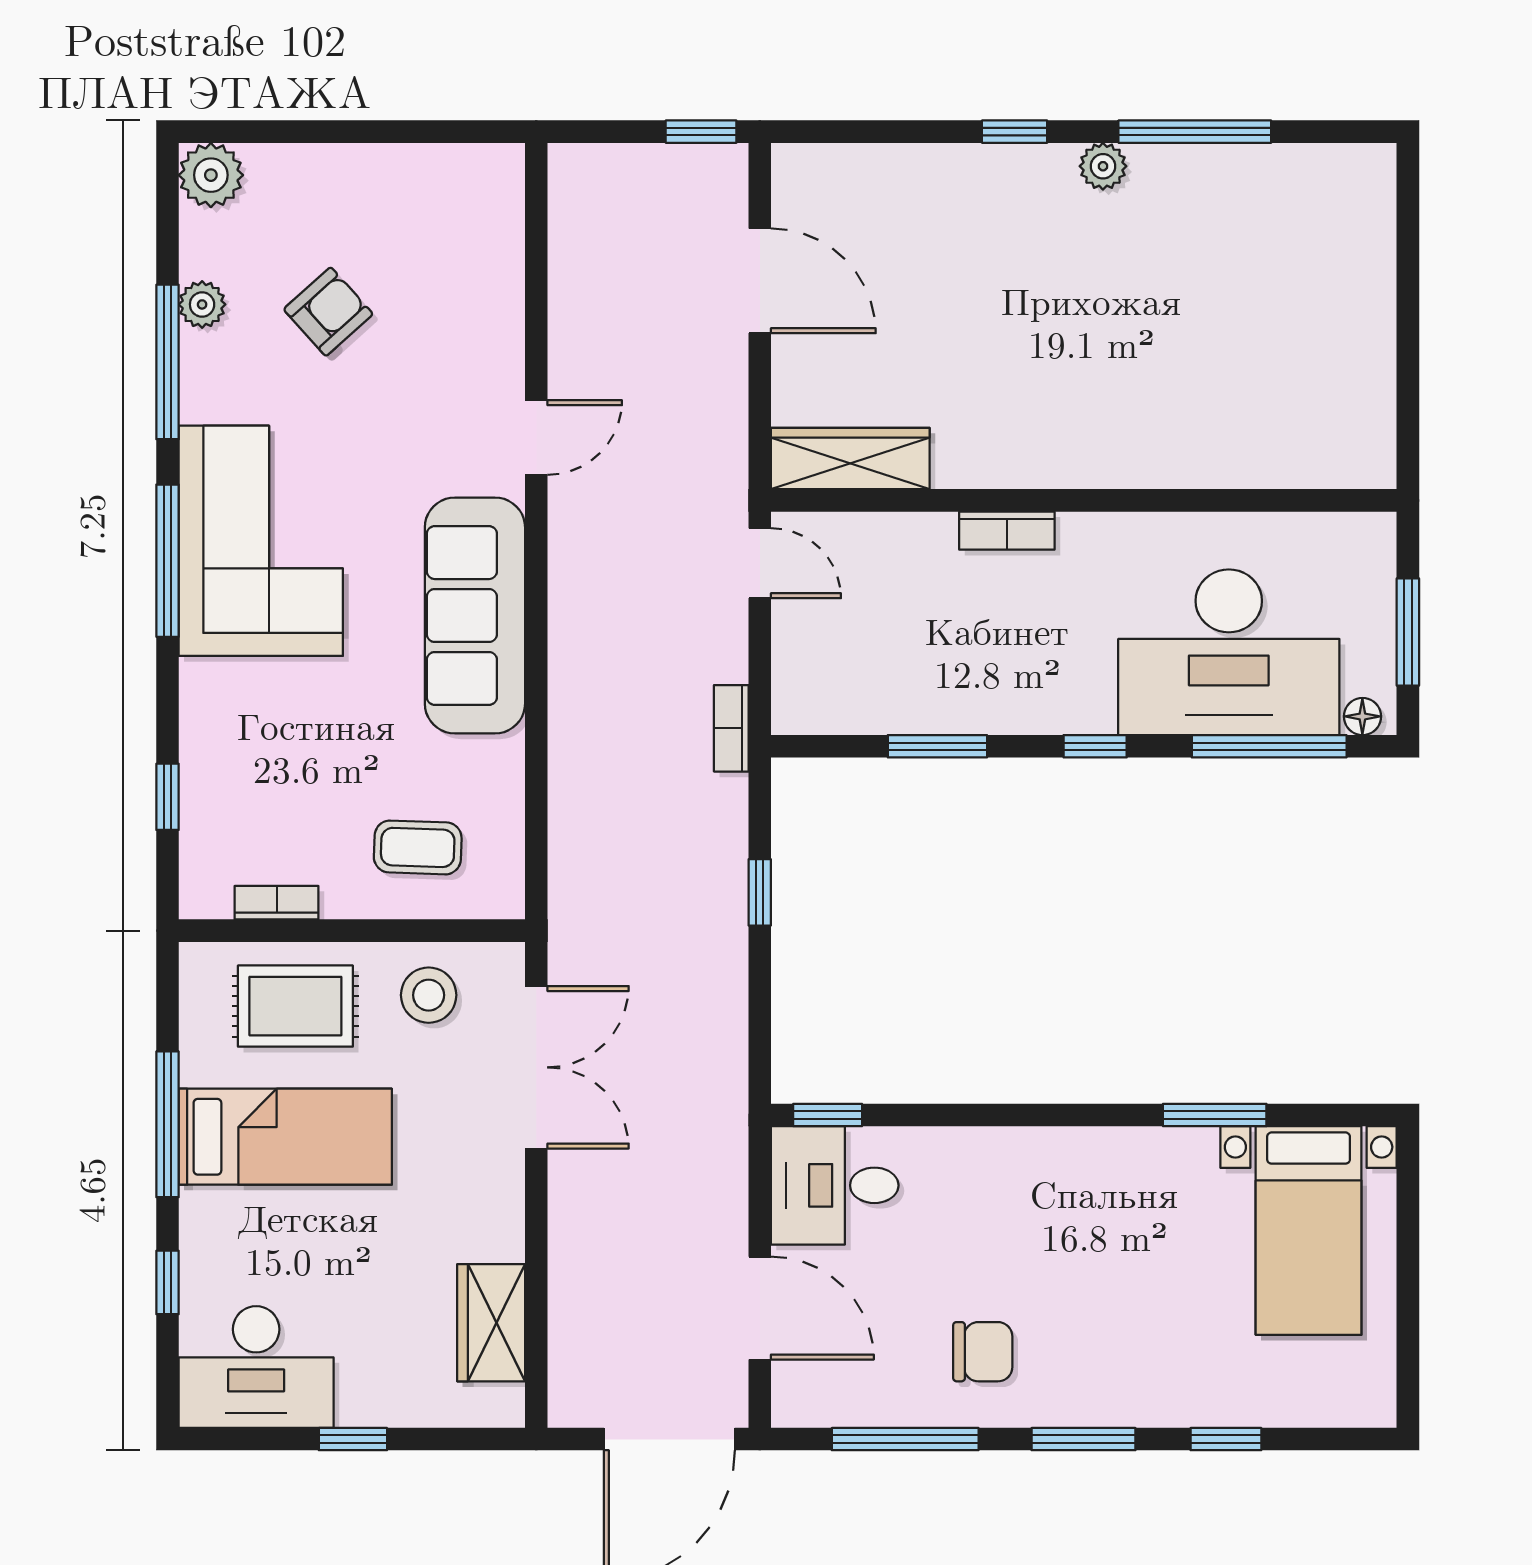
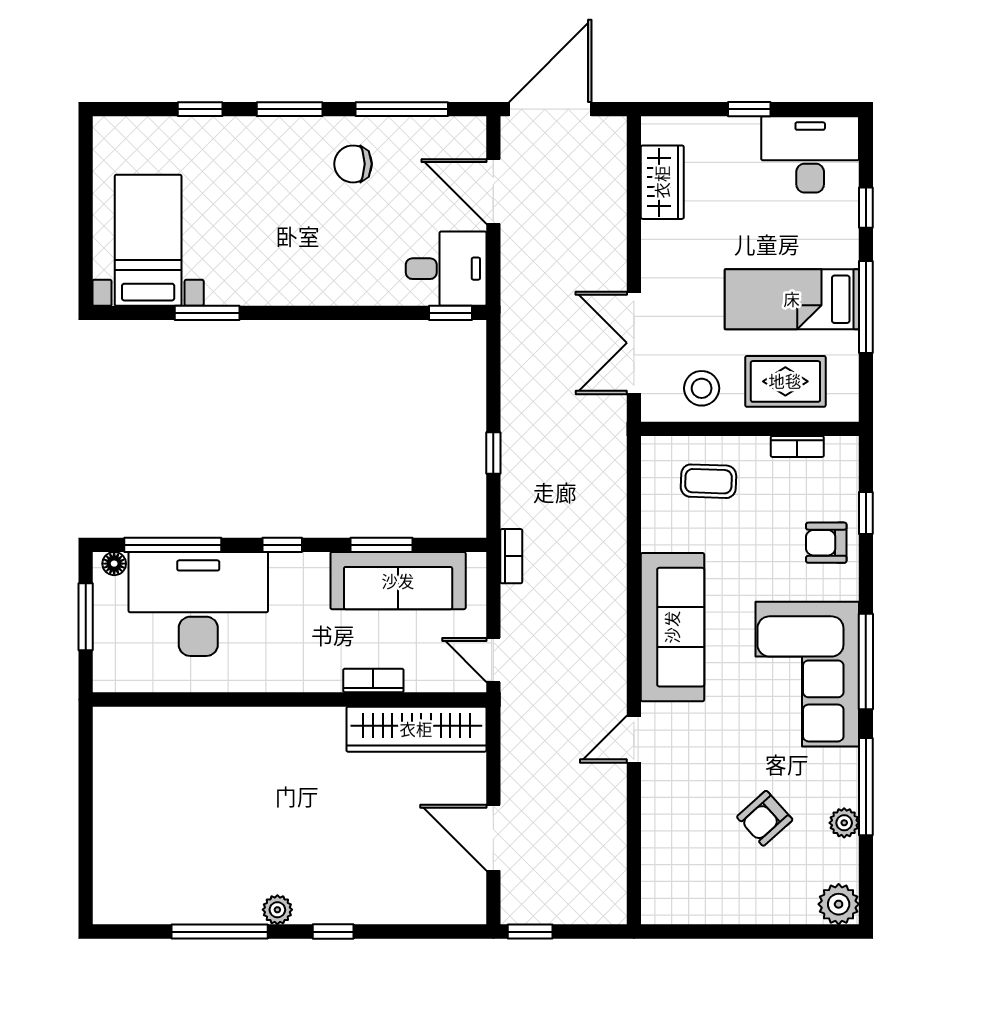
wardrobe: (850, 459) -> (416, 729), width x1.40, depth x1.17
bookcase: (1007, 531) -> (373, 681), moved
sofa: (911, 689) -> (398, 581), added
armchair: (230, 750) -> (826, 543), added

